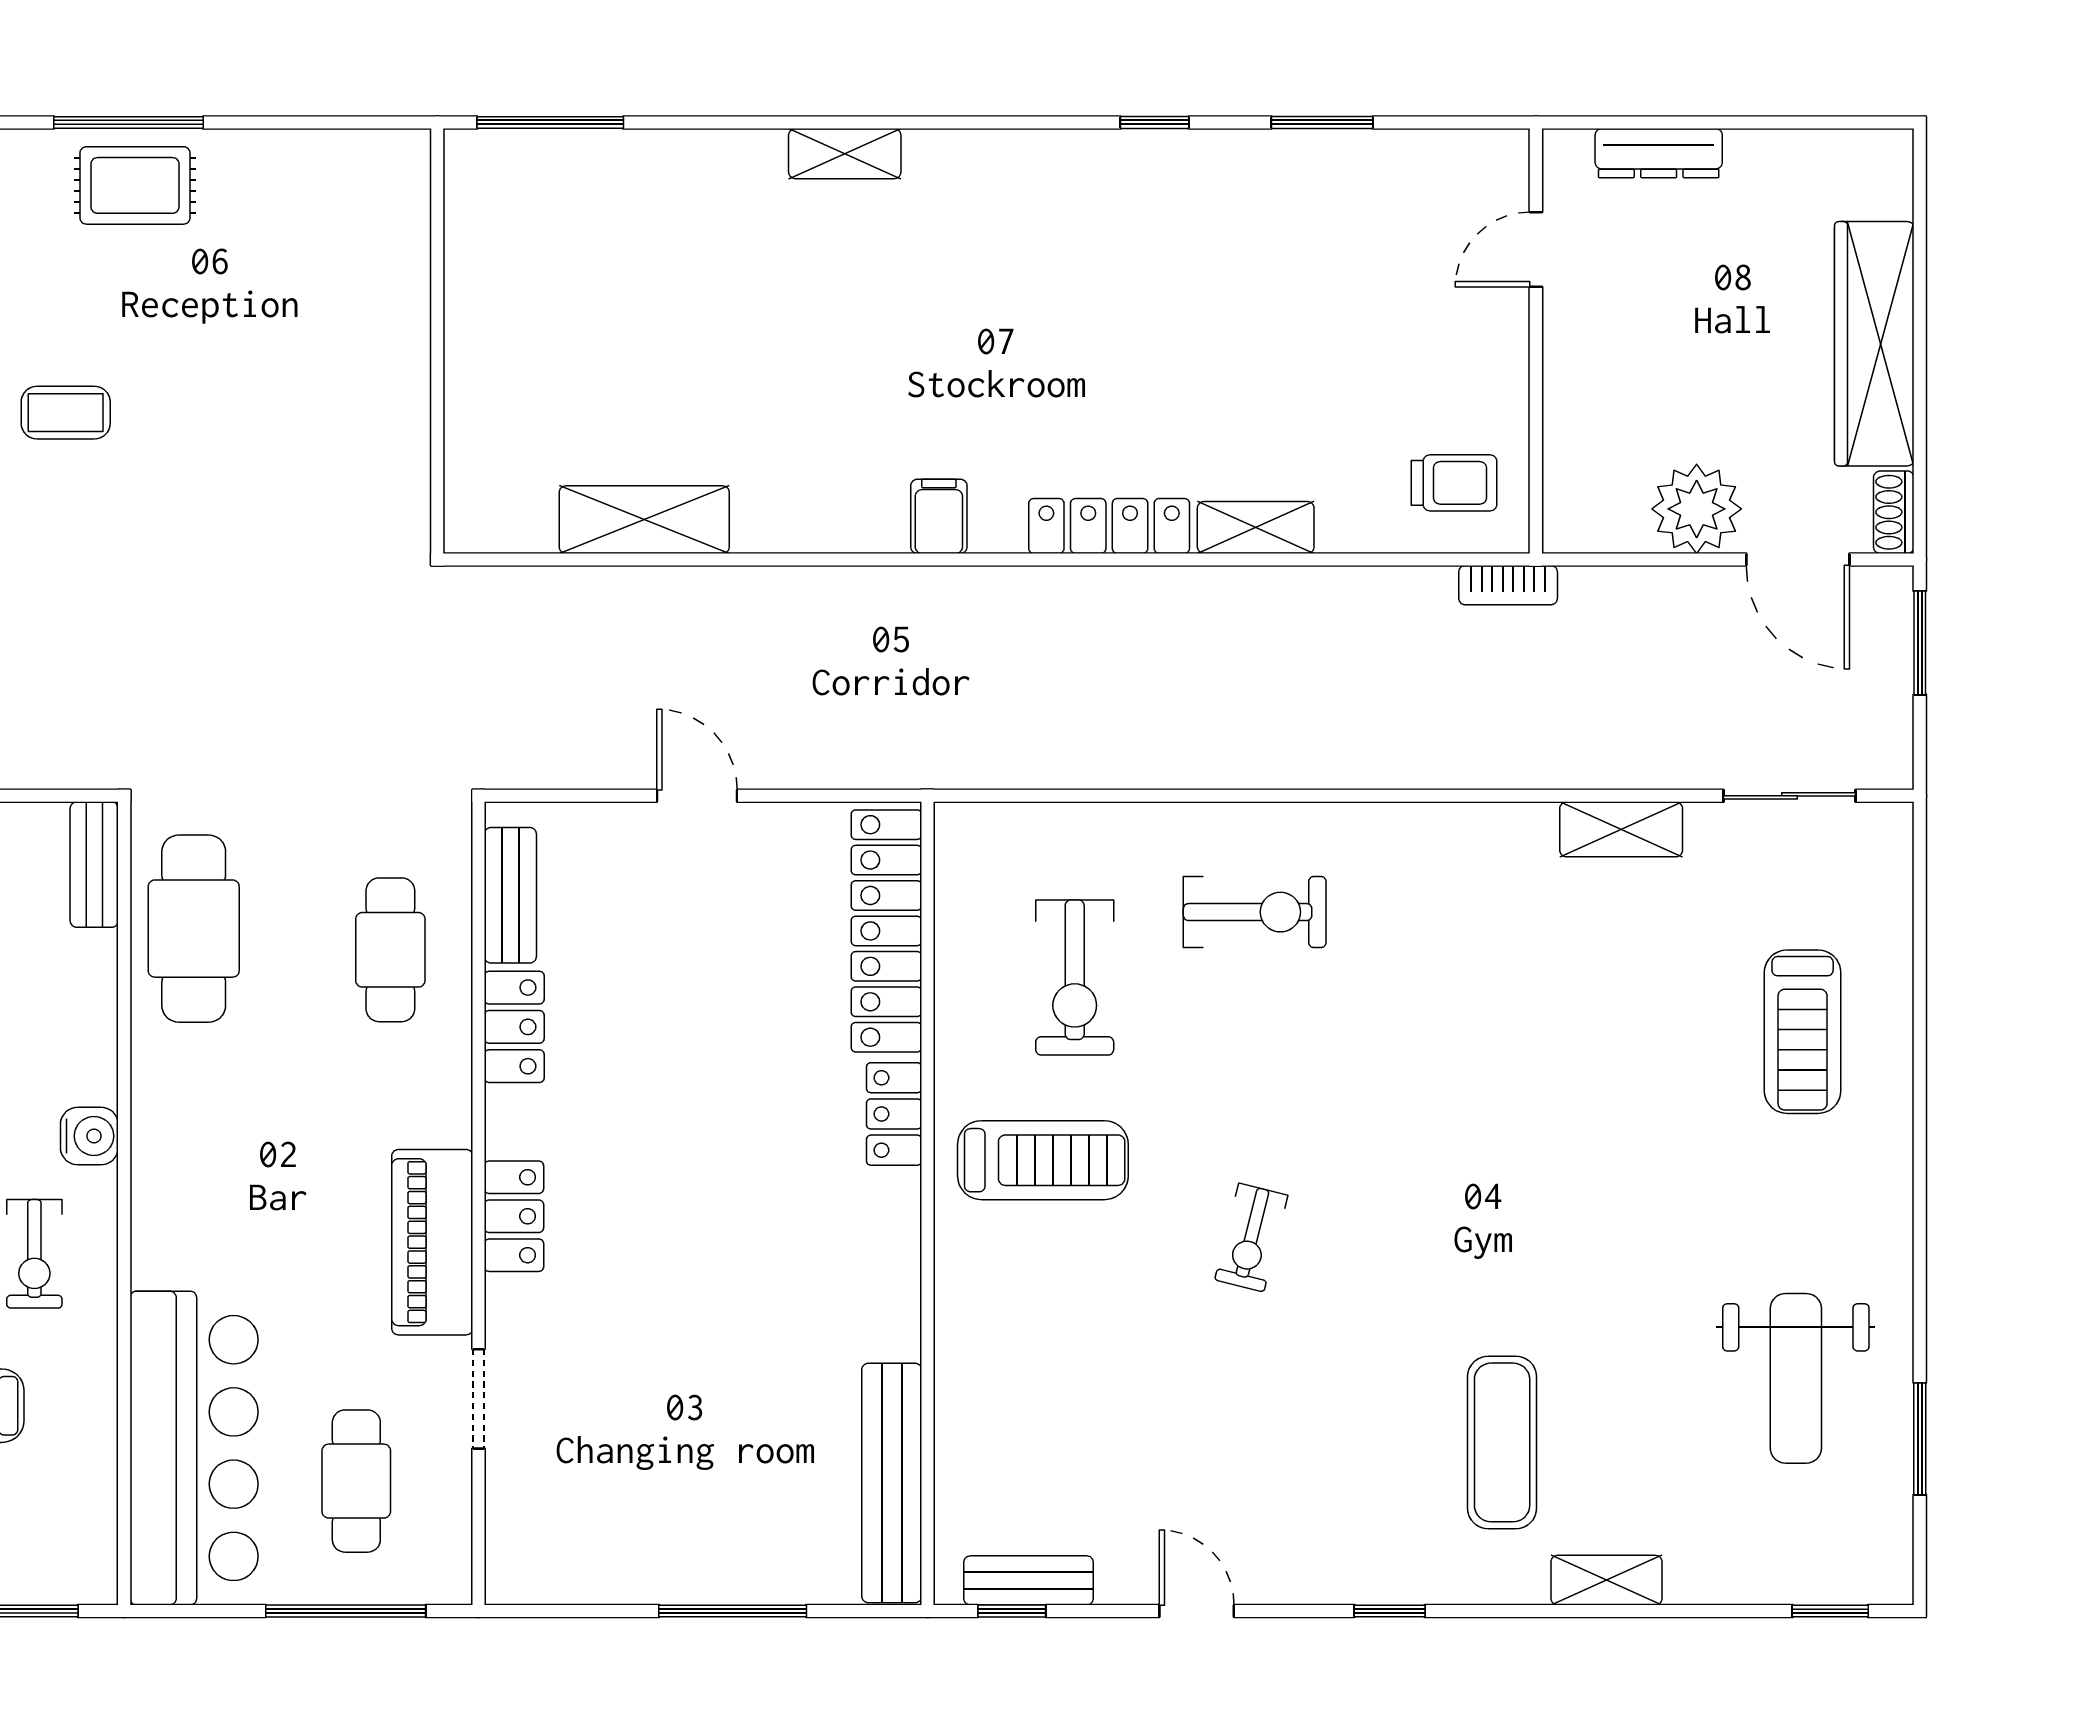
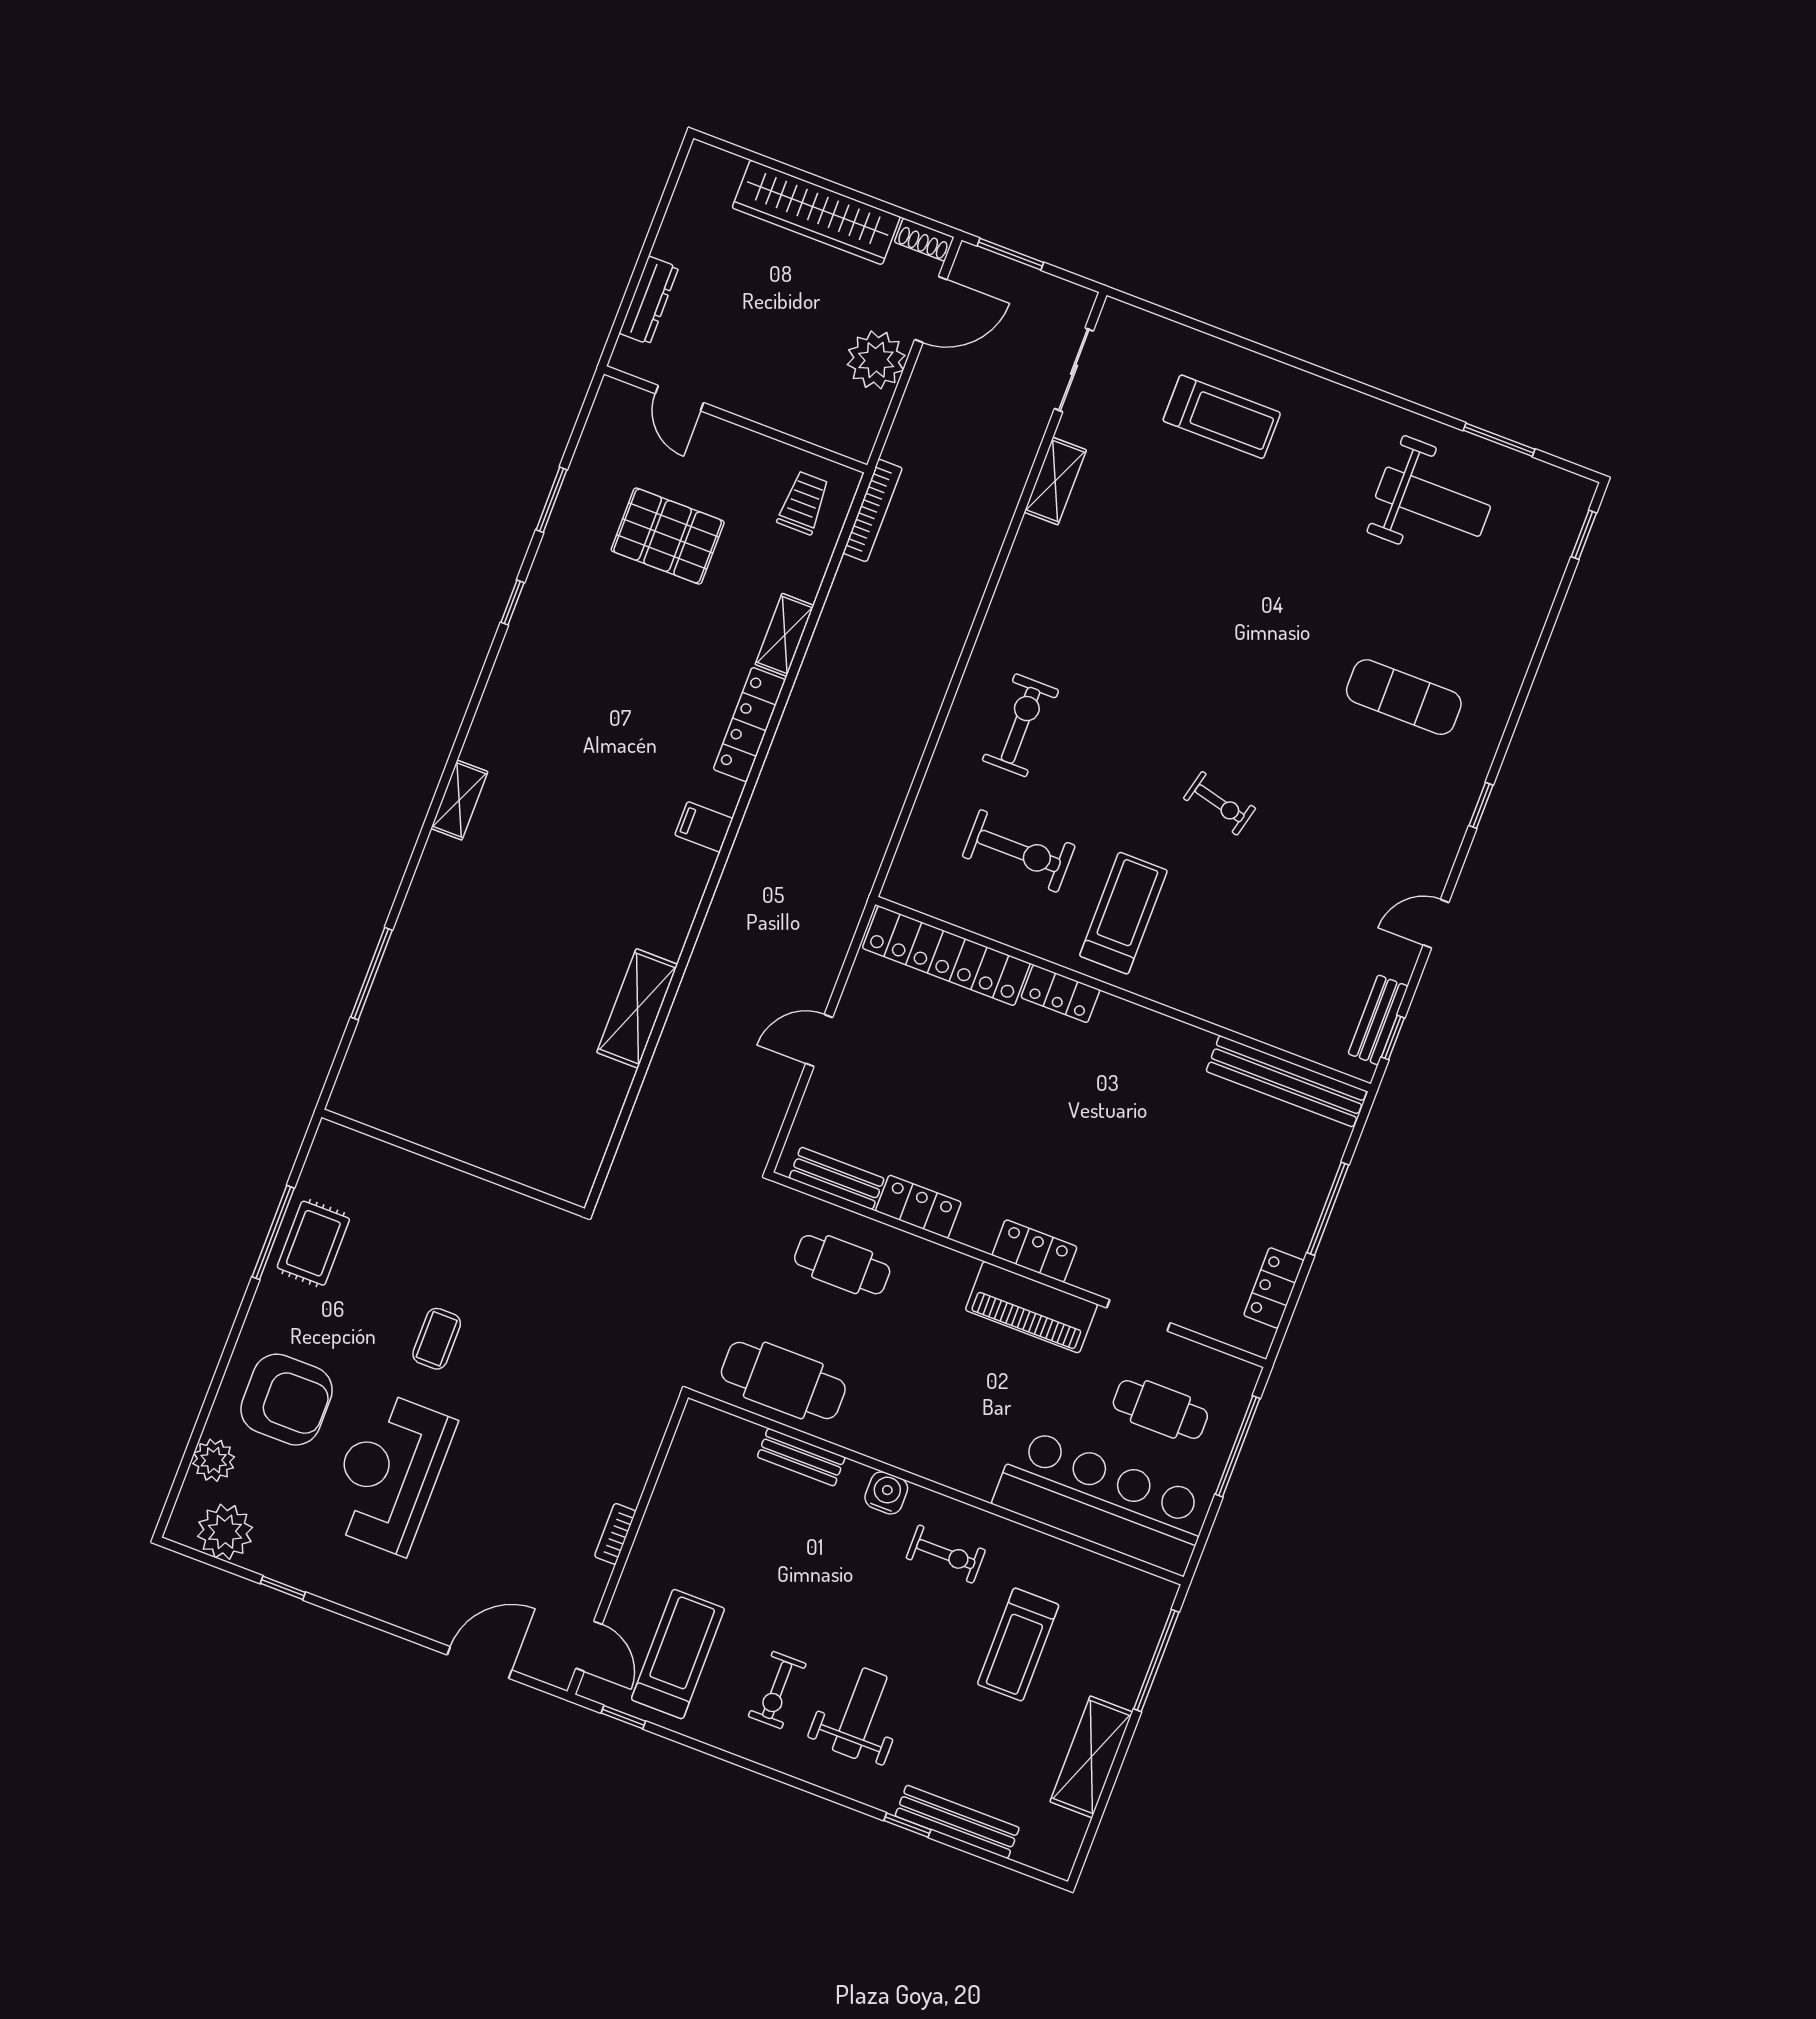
pallet: (1333, 307) -> (668, 536), added
wall: (437, 341) -> (453, 1163), moved
bookcase: (1508, 585) -> (872, 510), width x1.56
bench: (94, 865) -> (801, 1457), moved
locker: (591, 1577) -> (1274, 1288), added
shelving: (1607, 1580) -> (1513, 665), removed

